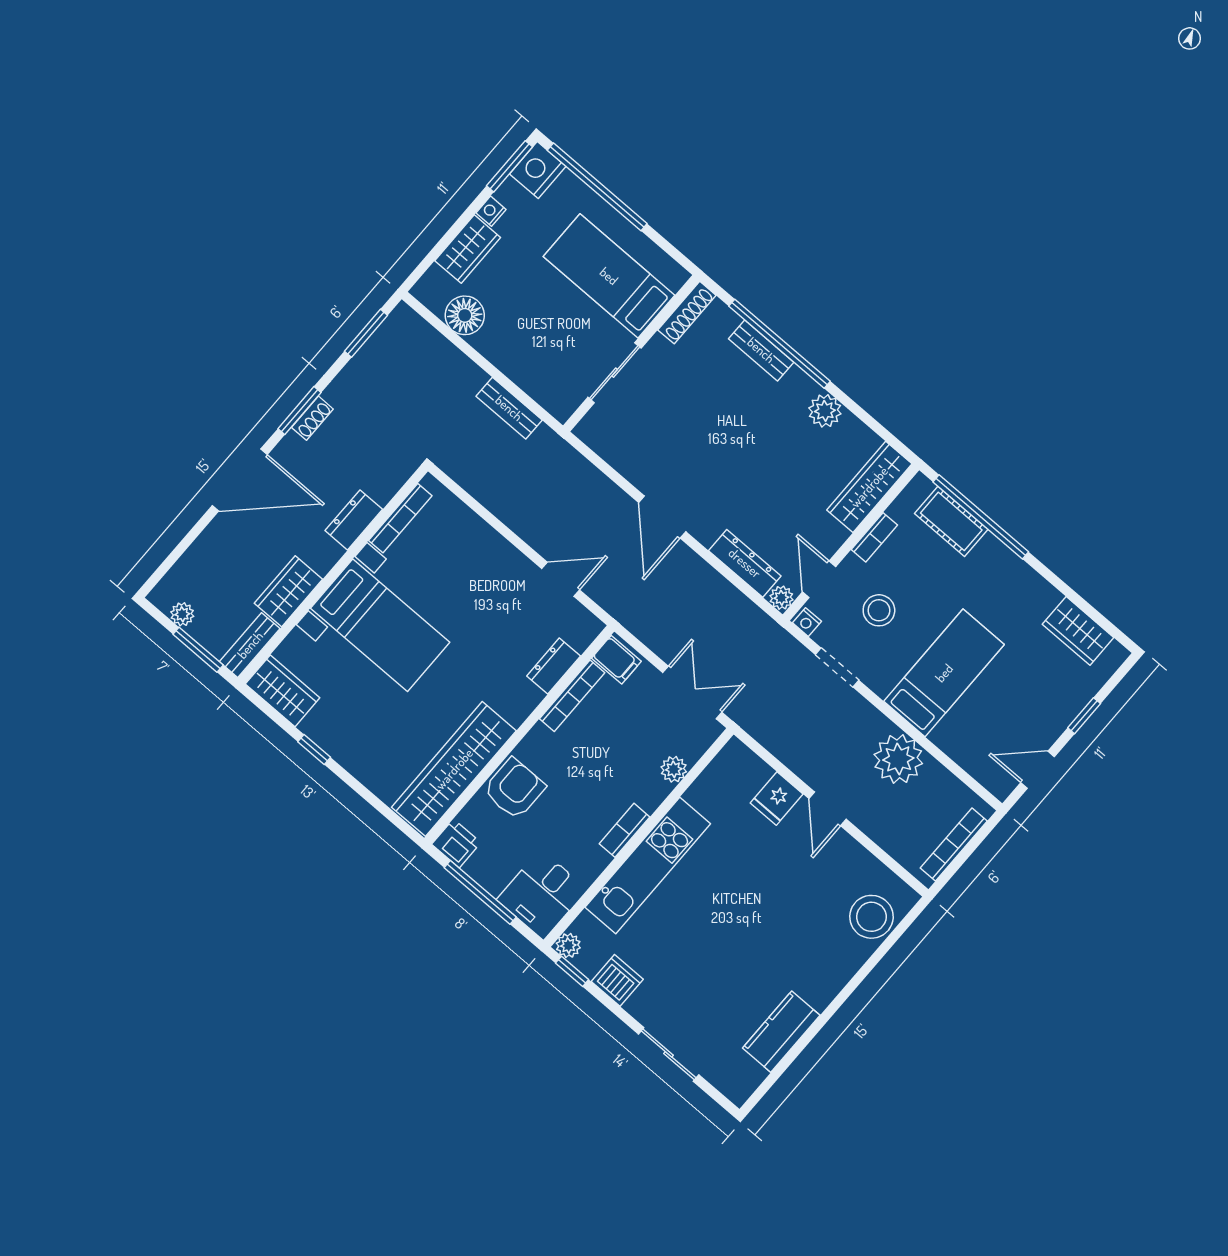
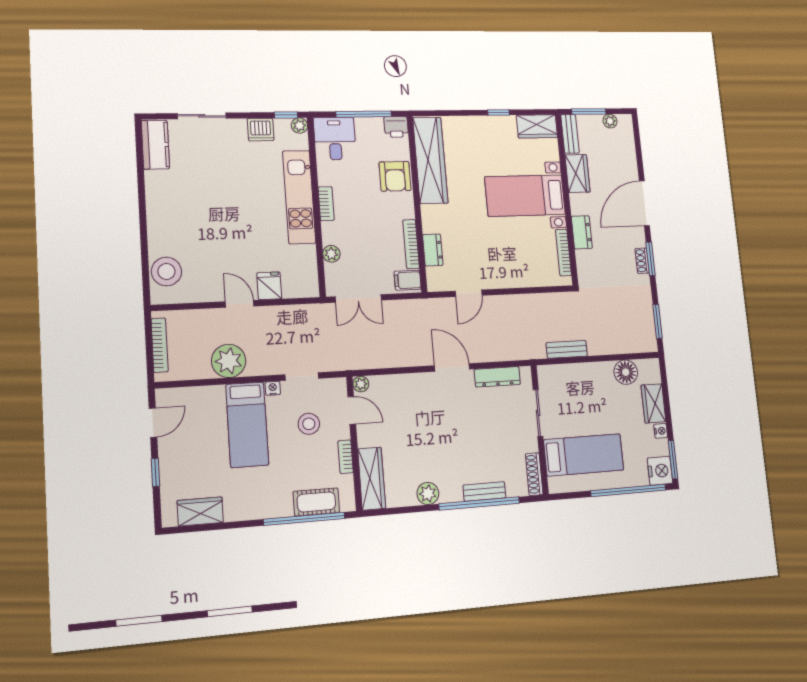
dresser: (745, 563) -> (497, 377), moved
nightstand: (807, 622) -> (273, 388), moved
kitchen counter: (781, 1032) -> (155, 145), moved

